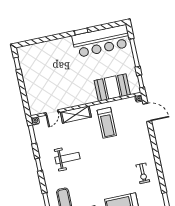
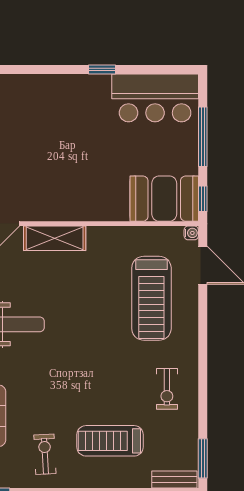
bar counter: (101, 41) -> (155, 98), width x0.73
booth: (112, 88) -> (164, 199), moved
treadmill: (107, 123) -> (151, 298), moved, width x1.37, depth x1.38

